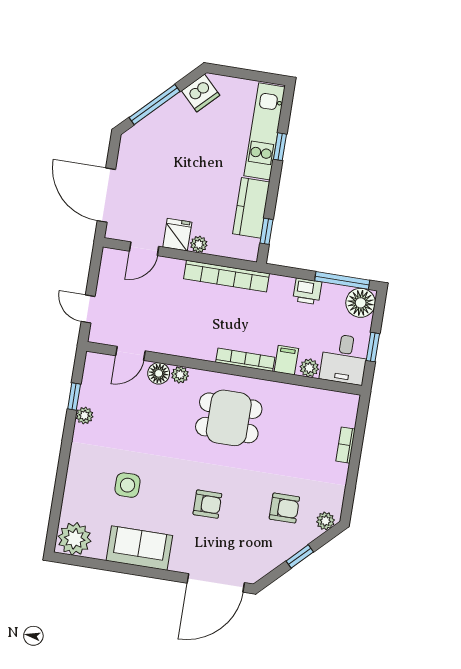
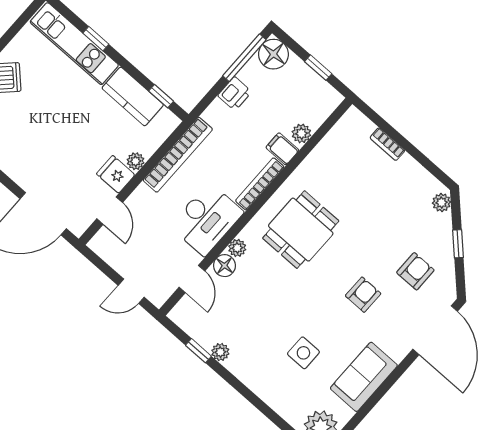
desk: (344, 359) -> (207, 219), moved, width x1.37
armchair: (284, 508) -> (415, 271), moved

